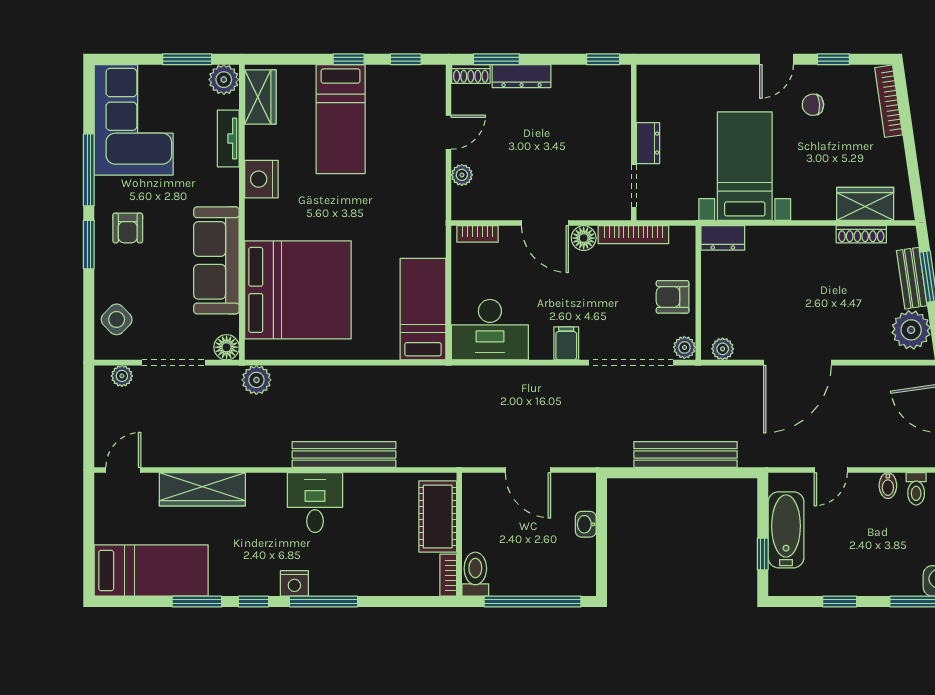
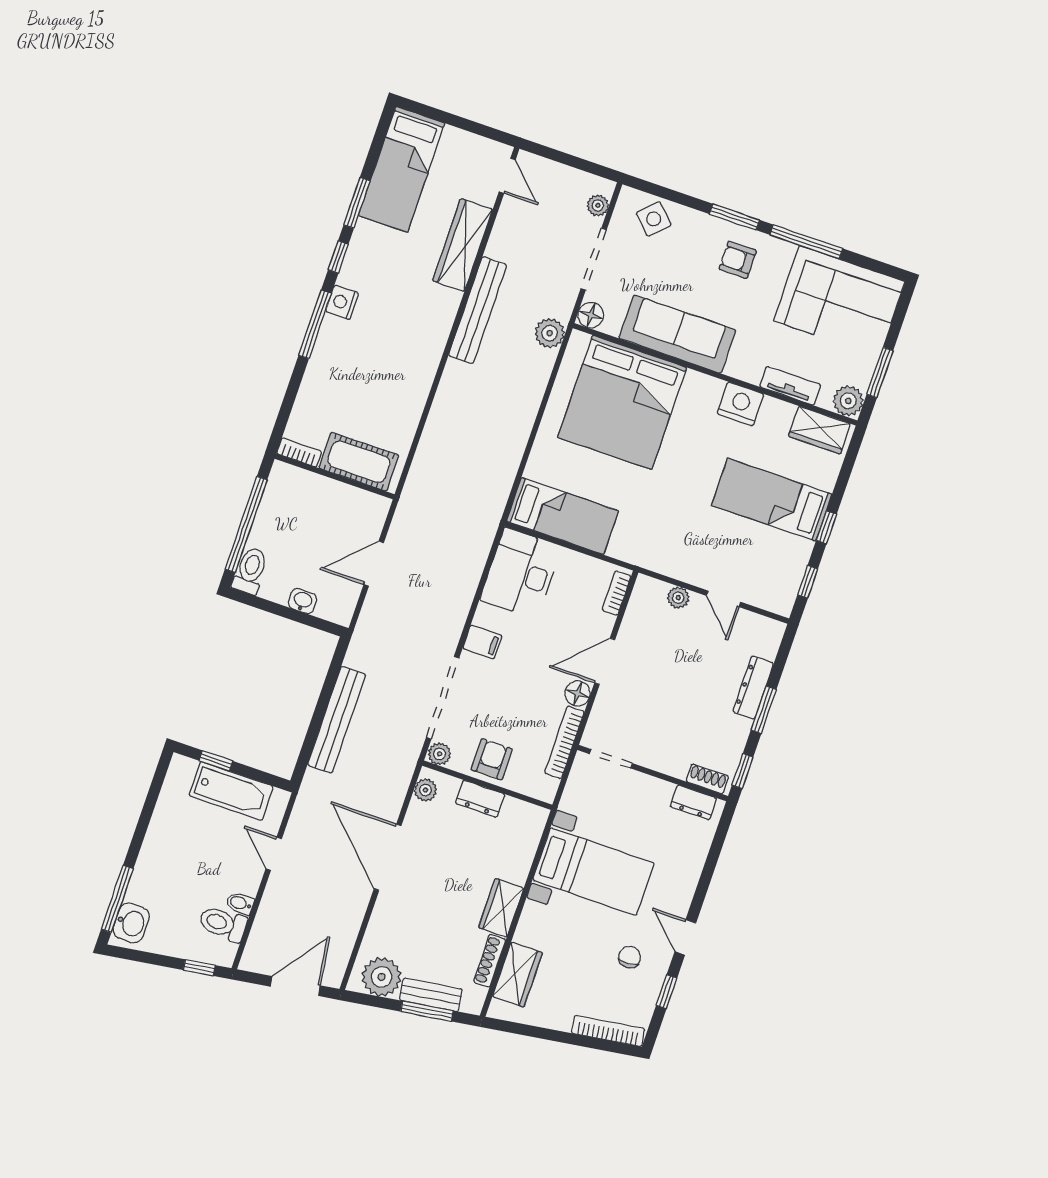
window: (496, 59) -> (764, 710), moved
shoe rack: (471, 74) -> (707, 779), moved, turned 90
dresser: (648, 143) -> (693, 802), moved
dresser: (723, 238) -> (480, 799), moved, turned -90
wardrobe: (808, 241) -> (501, 908), added
bench: (344, 454) -> (478, 310), moved
toilet: (916, 489) -> (223, 924), width x1.37, depth x1.39
desk: (315, 503) -> (413, 349), removed
toilet: (475, 574) -> (250, 571), moved, turned -90
window: (840, 602) -> (145, 819), removed

